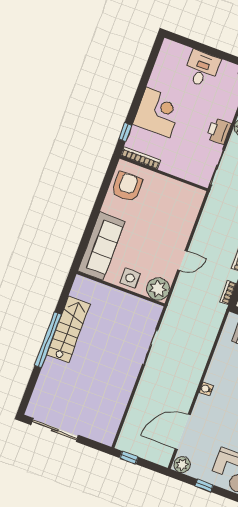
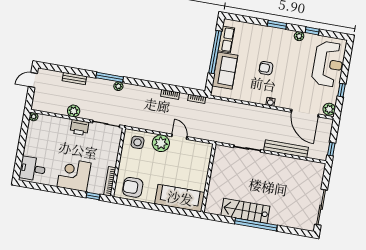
desk: (202, 69) -> (33, 169), moved
side table: (130, 278) -> (138, 142), moved
plant: (158, 289) -> (161, 143), moved
bench: (141, 398) -> (286, 149), added

